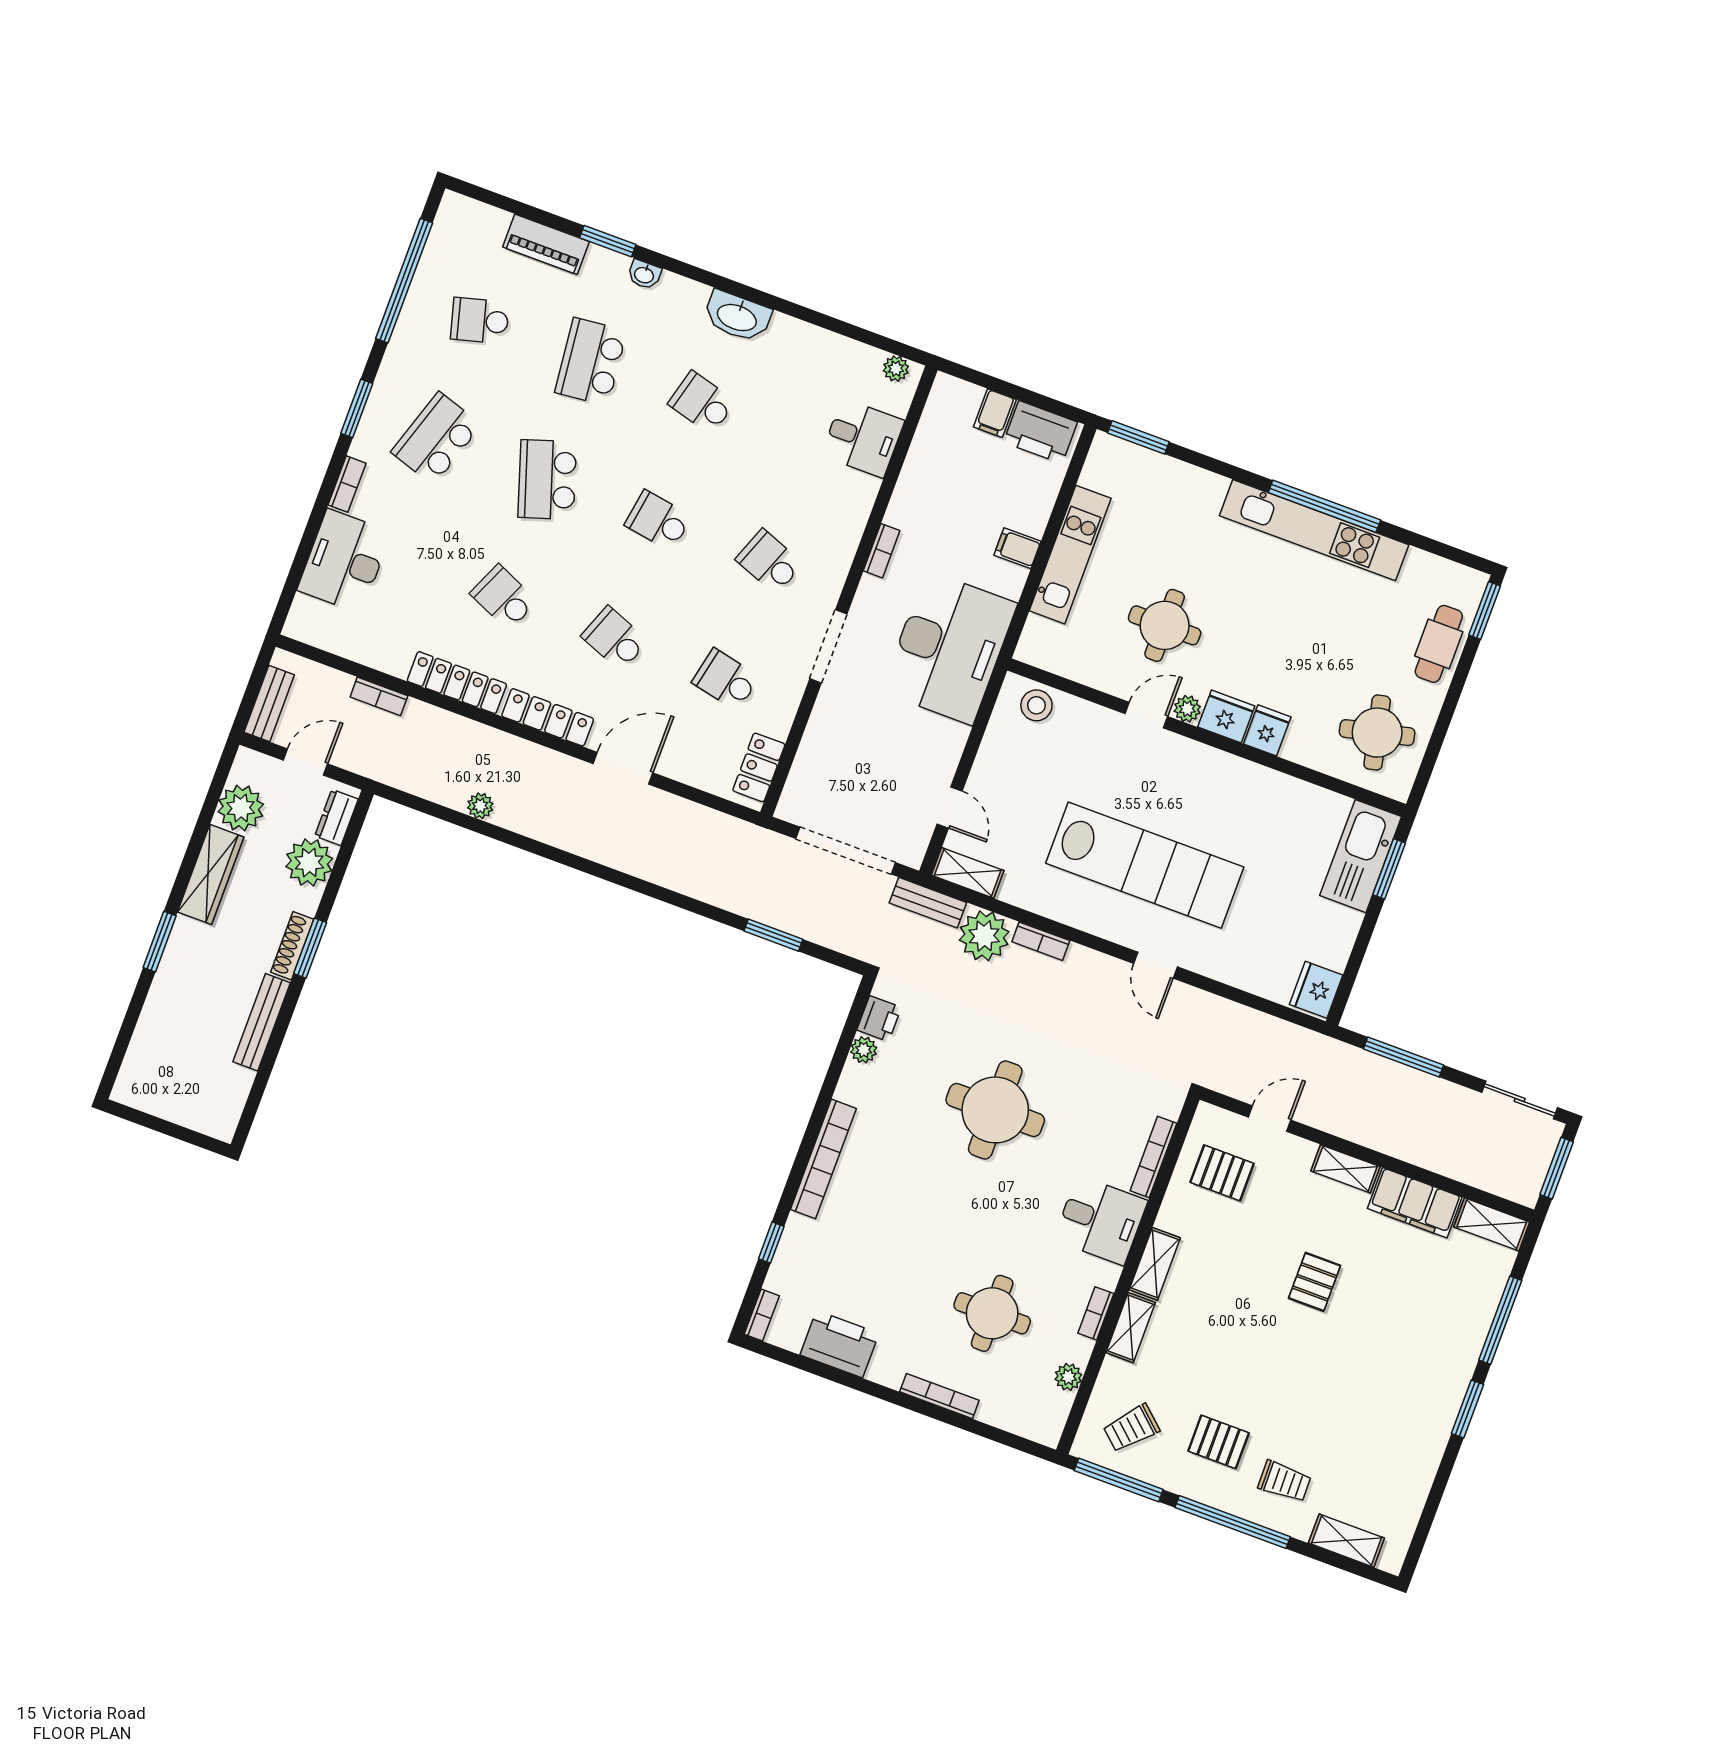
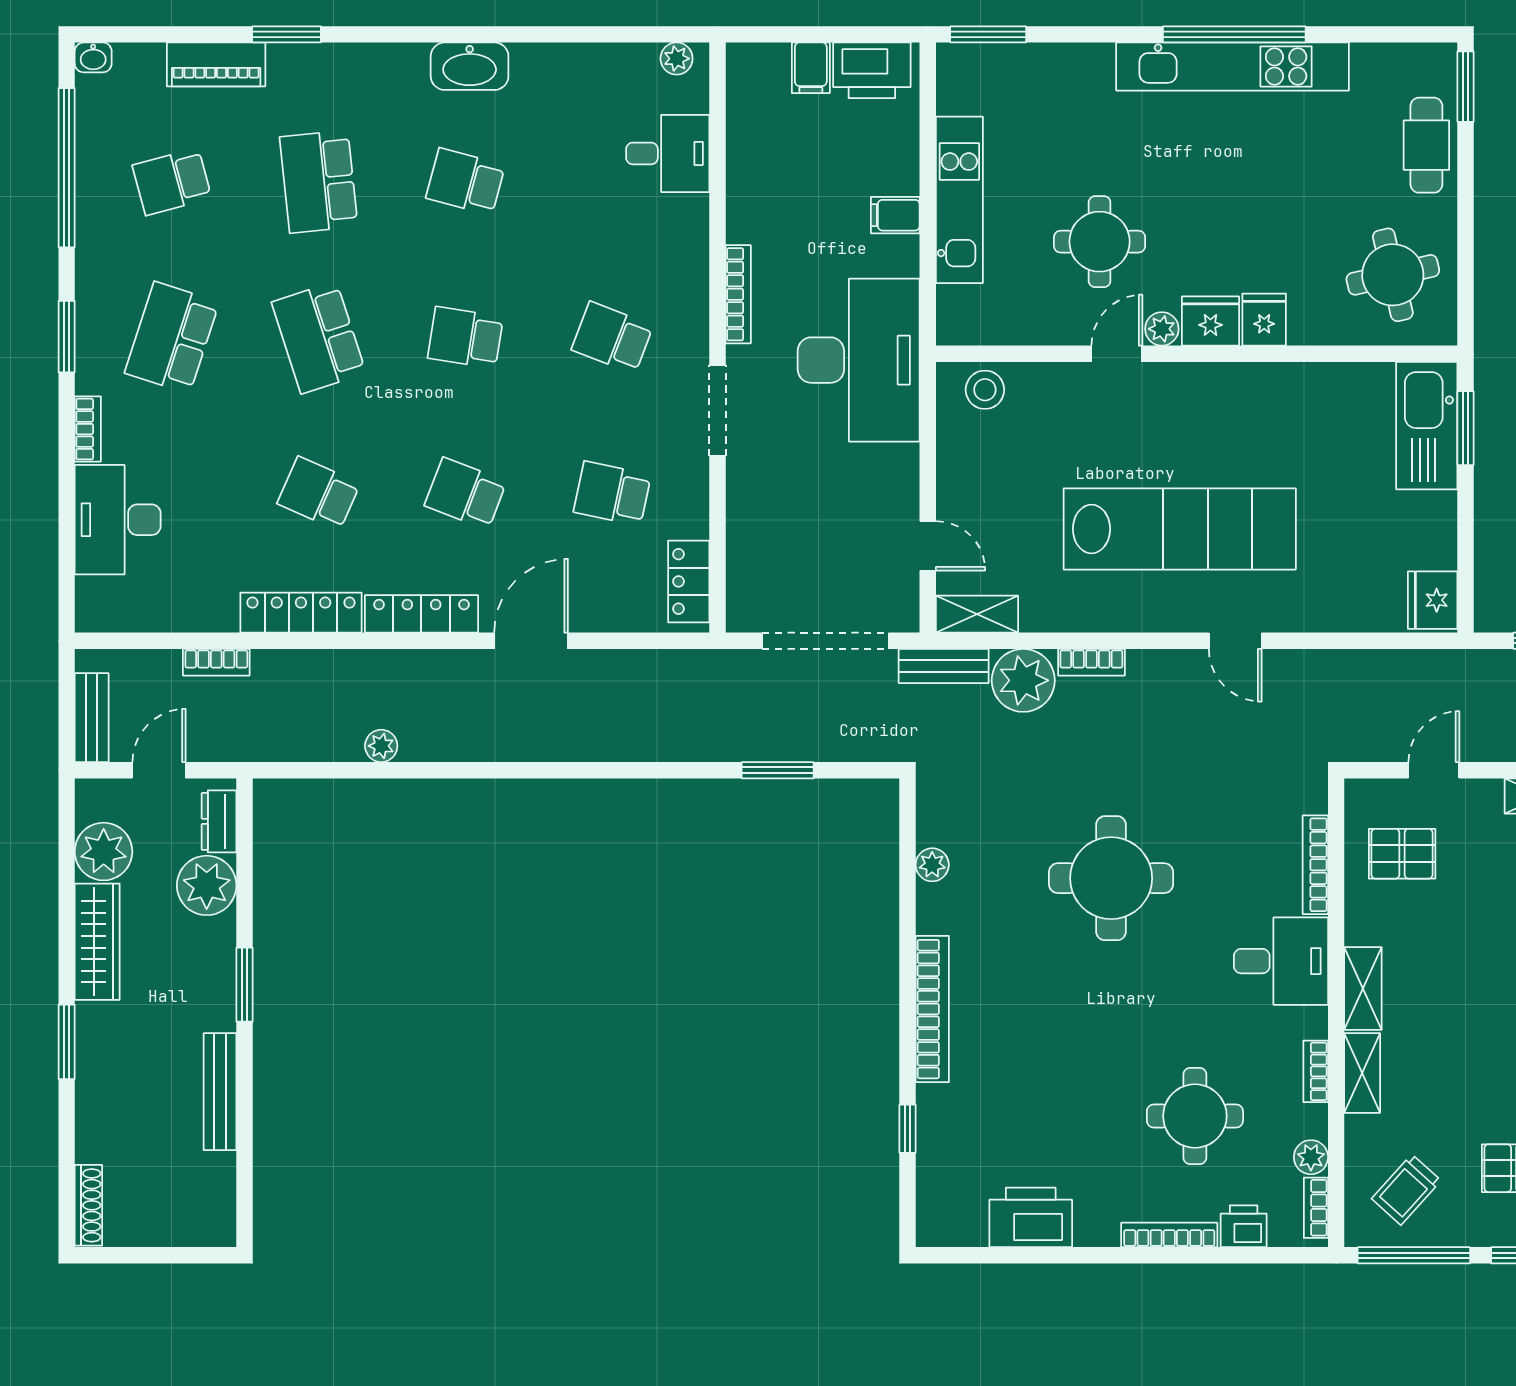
washbasin: (644, 275) -> (93, 57), moved
bookcase: (882, 551) -> (738, 294), width x1.56
shoe rack: (292, 946) -> (88, 1205), moved, turned 180
printer: (879, 1019) -> (1244, 1226), moved, turned -90
bookcase: (762, 1315) -> (1316, 1208), moved, turned 180

